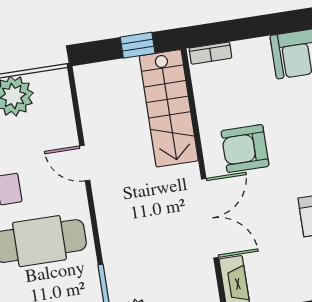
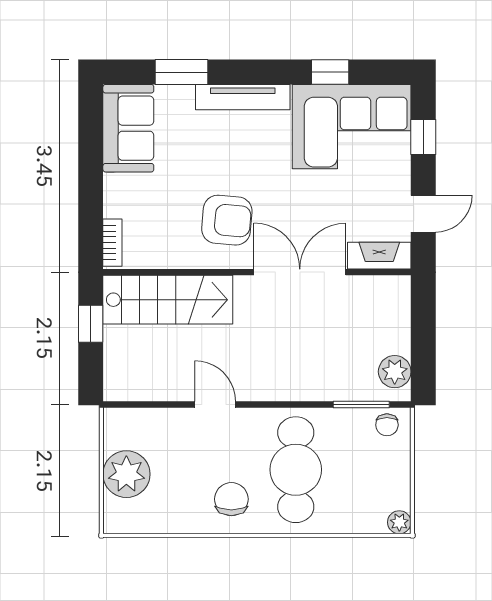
armchair: (245, 149) -> (227, 220), turned -85
door: (85, 163) -> (215, 405), swing flipped

